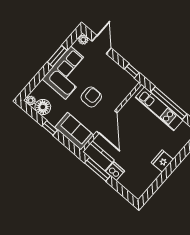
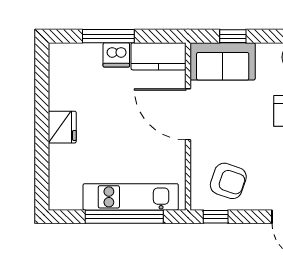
armchair: (91, 97) -> (228, 181), moved, turned -71
window: (50, 128) -> (233, 36), moved
window: (98, 169) -> (108, 36), moved

